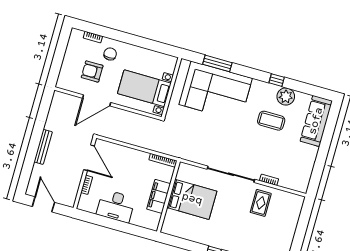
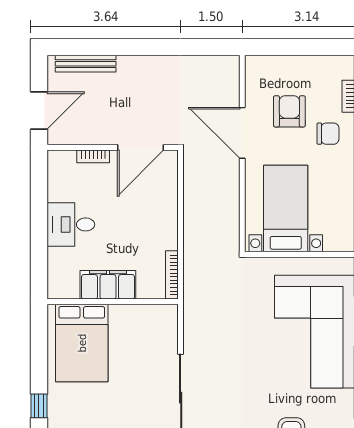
bench: (43, 147) -> (86, 64), moved
bed: (192, 199) -> (82, 343), moved
door: (43, 204) -> (39, 110), moved
desk: (116, 206) -> (71, 224), width x0.73

